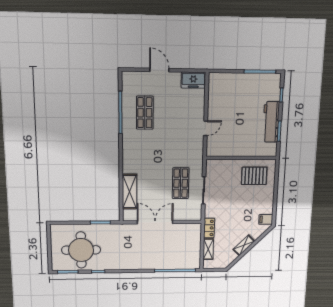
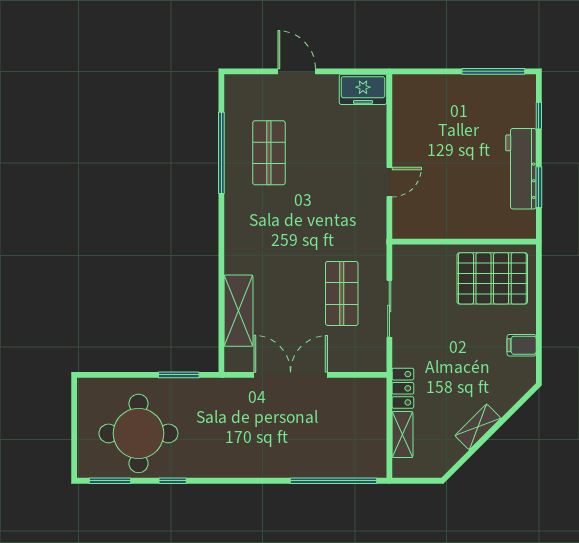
pallet: (254, 176) -> (492, 278), width x1.37, depth x1.41
filing cabinet: (266, 219) -> (522, 345), moved

